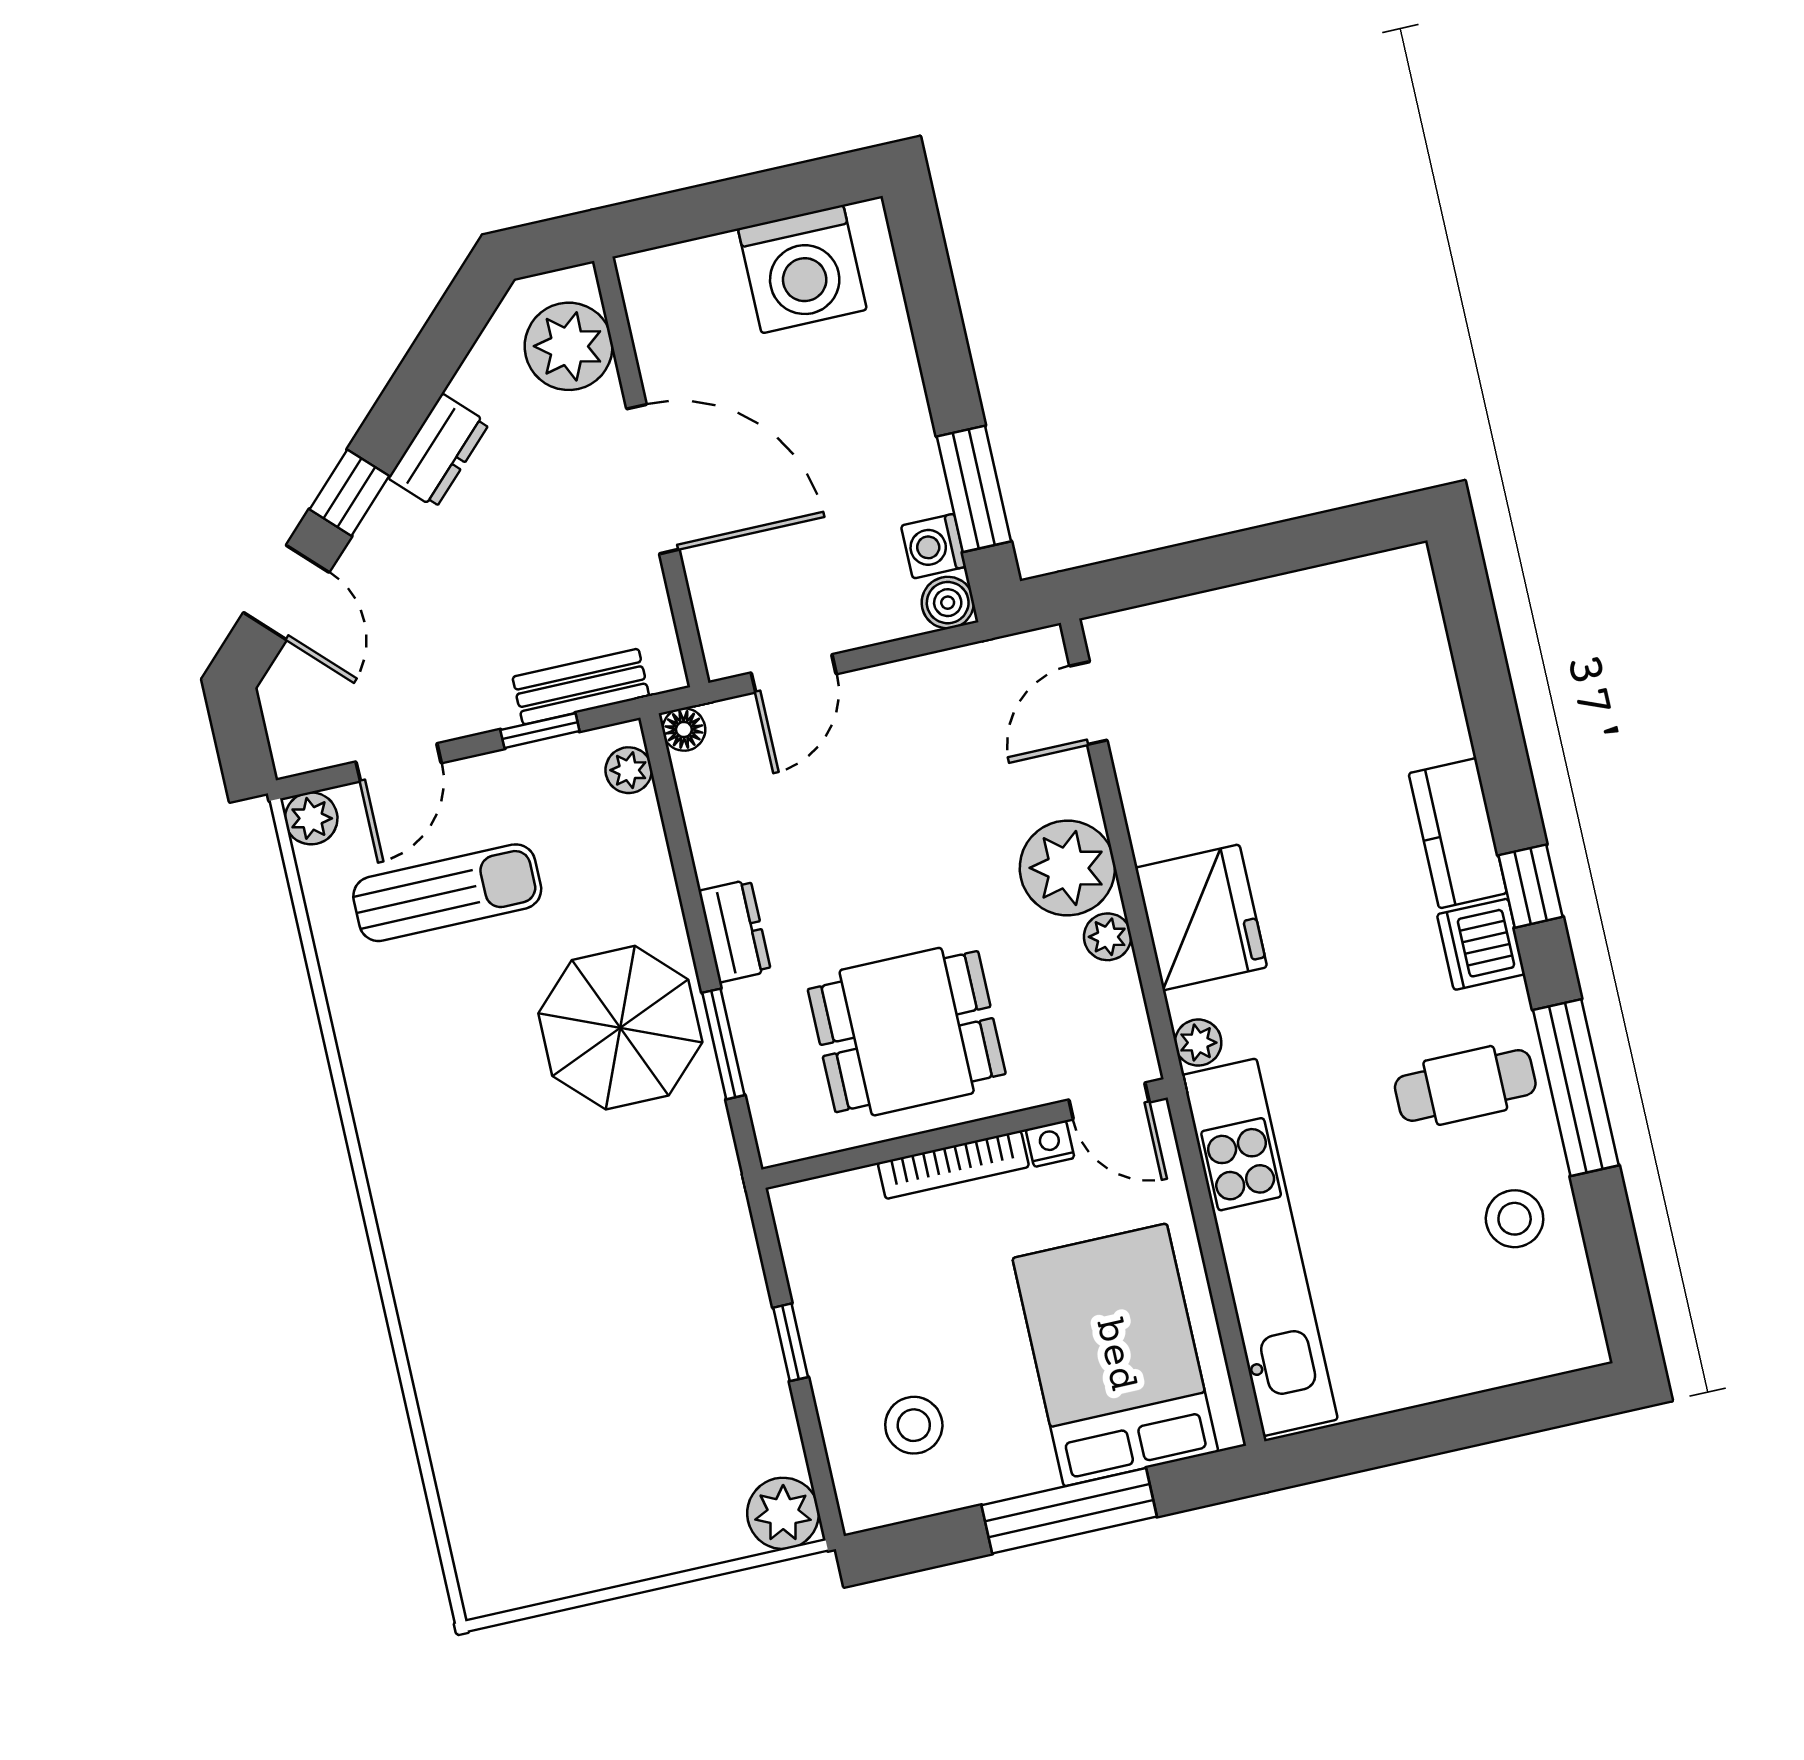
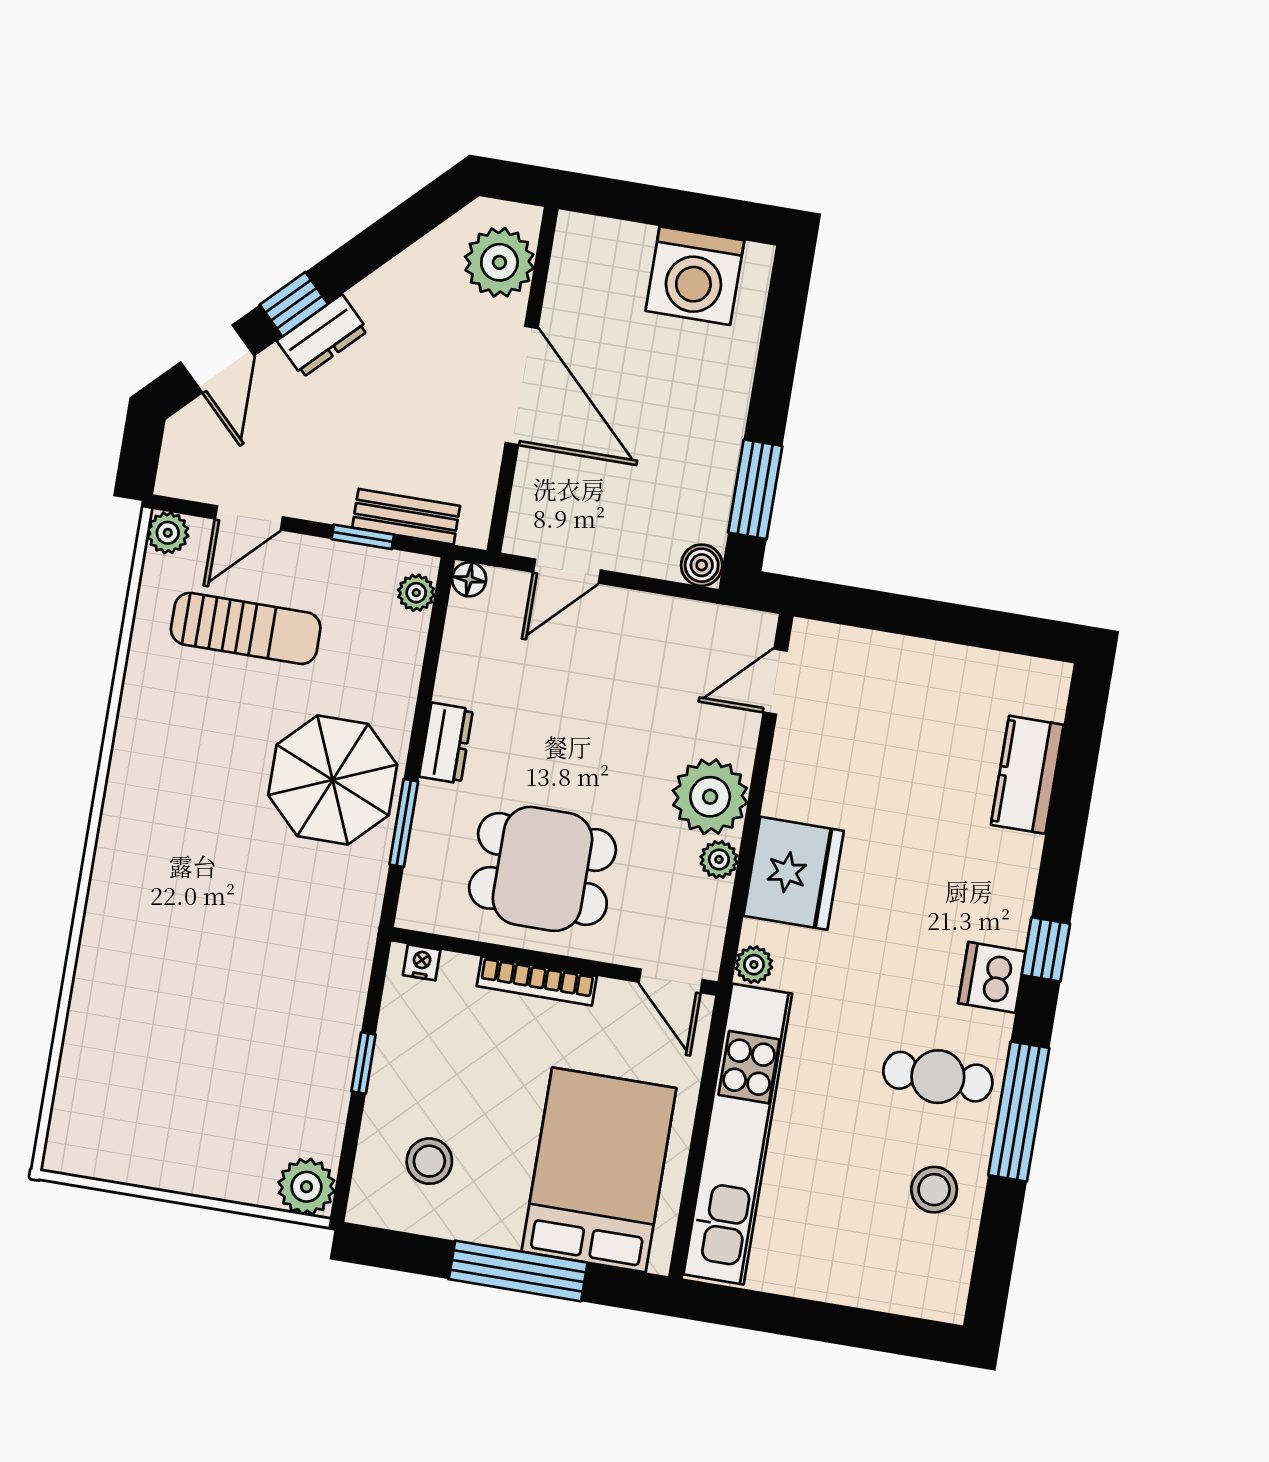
dresser: (439, 451) -> (322, 336), moved
washing machine: (934, 546) -> (708, 519), removed
kitchen counter: (1458, 833) -> (1027, 775), moved
nightstand: (1050, 1144) -> (422, 962), moved

